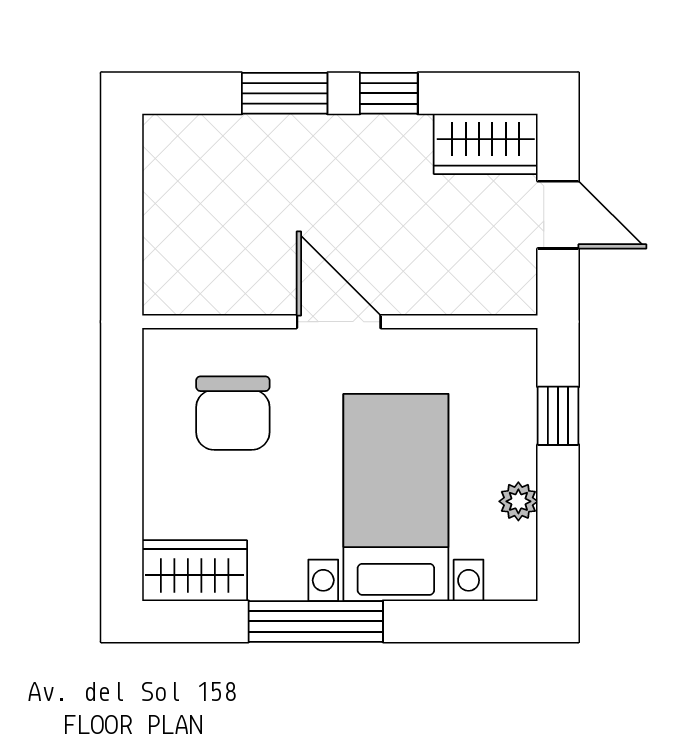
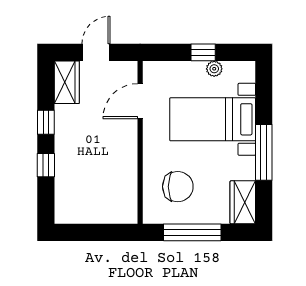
window: (285, 93) -> (46, 165), width x0.67
door: (339, 322) -> (140, 101), moved
window: (558, 416) -> (203, 52), moved
window: (122, 448) -> (192, 232), added

